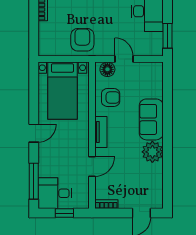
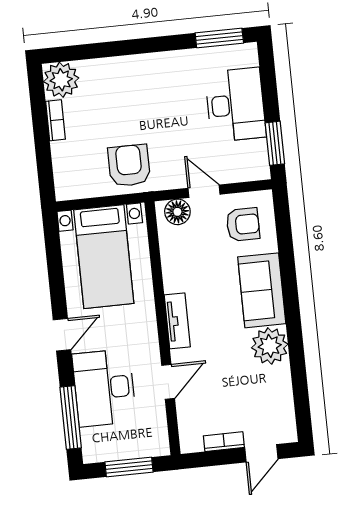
armchair: (111, 97) -> (243, 224), moved
desk: (55, 193) -> (104, 388), moved, width x1.37
bookcase: (106, 204) -> (224, 442), moved
window: (64, 213) -> (129, 467), width x1.50

